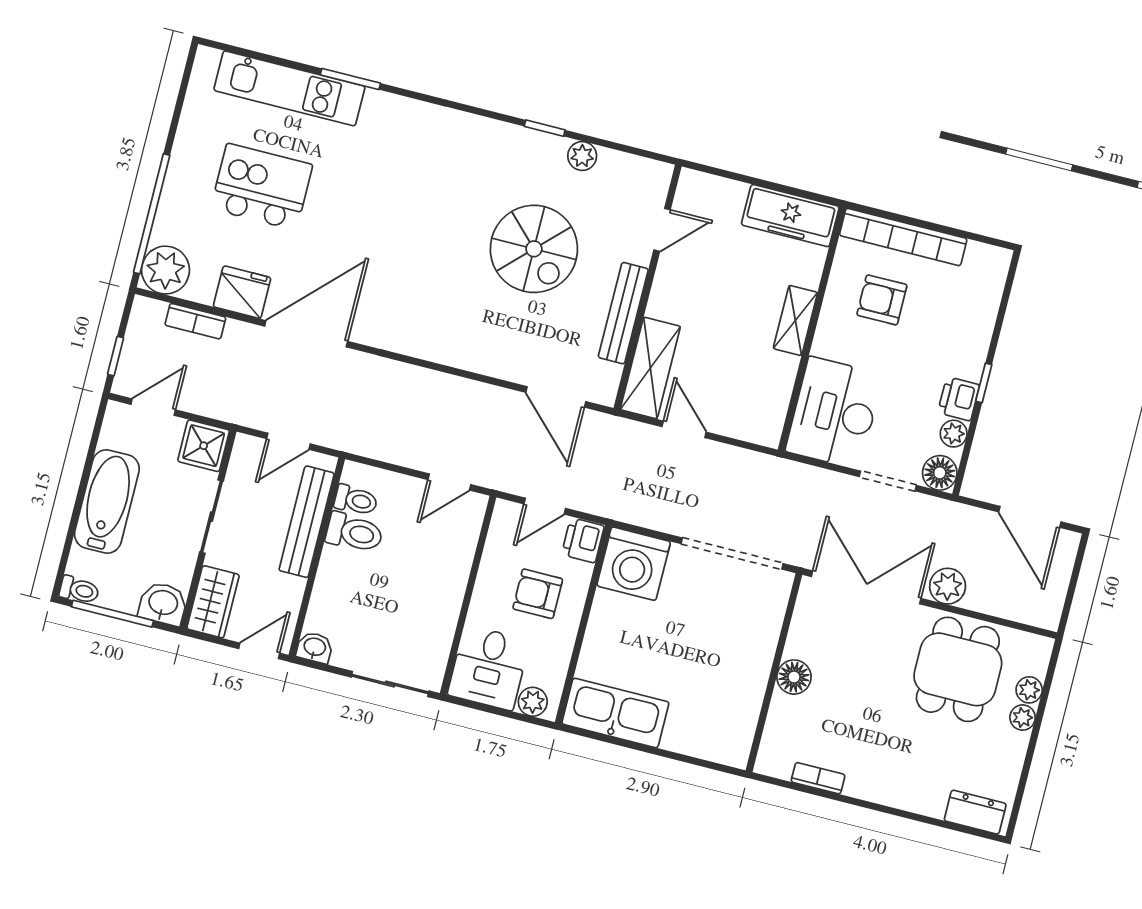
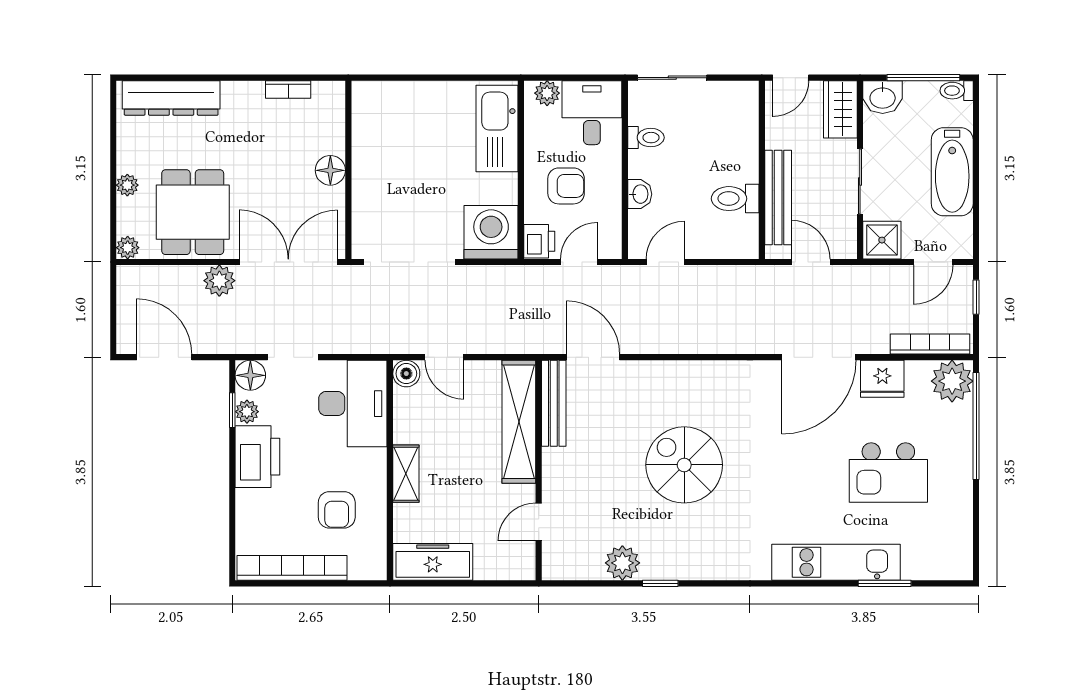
window: (350, 79) -> (885, 583), moved
kitchen unit: (289, 88) -> (836, 562), moved
plant: (582, 156) -> (622, 563), width x1.38, depth x1.38
bookcase: (903, 237) -> (292, 568), moved
spiral stairs: (534, 249) -> (684, 465), moved
armchair: (882, 300) -> (337, 510), turned 90
bench: (623, 313) -> (554, 403), moved
bookcase: (195, 321) -> (930, 344), width x1.56
shelving: (650, 368) -> (519, 422), width x1.47
window: (984, 383) -> (232, 410), moved
printer: (959, 399) -> (257, 457), width x1.87, depth x1.48
door: (684, 429) -> (444, 357), moved
boiler: (767, 431) -> (406, 374), added
door: (288, 441) -> (811, 262), hinge flipped
toilet: (356, 500) -> (646, 138), moved, turned 180
double door: (866, 587) -> (288, 262), swing flipped
washbasin: (315, 647) -> (640, 194), moved, turned -90
plant: (1029, 690) -> (128, 248), moved
kitchen sink: (615, 713) -> (497, 129), moved, turned 90
dresser: (975, 812) -> (171, 98), width x1.96, depth x1.24

